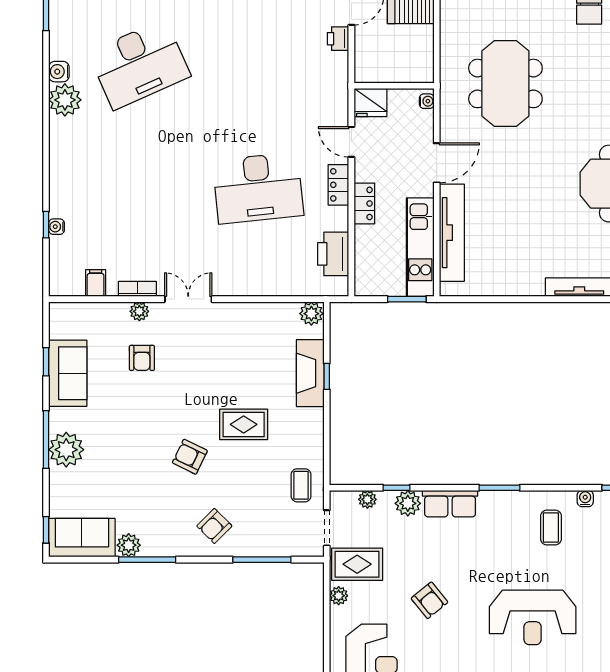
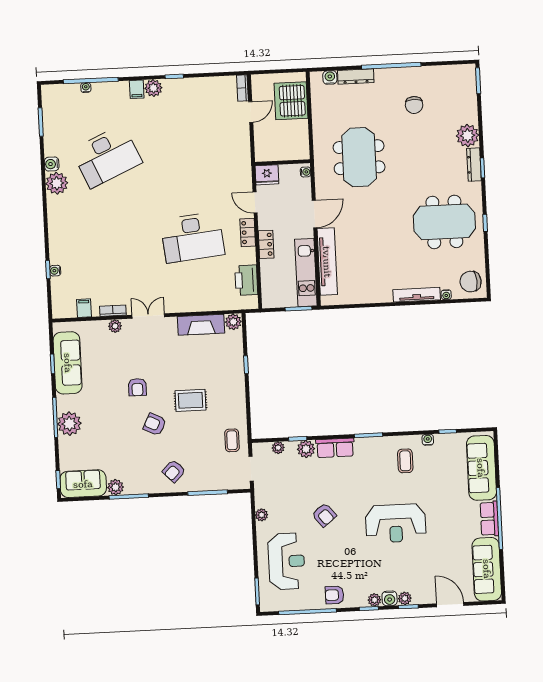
printer: (338, 39) -> (242, 132), removed
armchair: (142, 358) -> (137, 387), moved
sofa: (68, 373) -> (68, 363), width x1.36
fireplace: (310, 373) -> (201, 325), moved, turned -90
rug: (357, 564) -> (273, 493), removed

